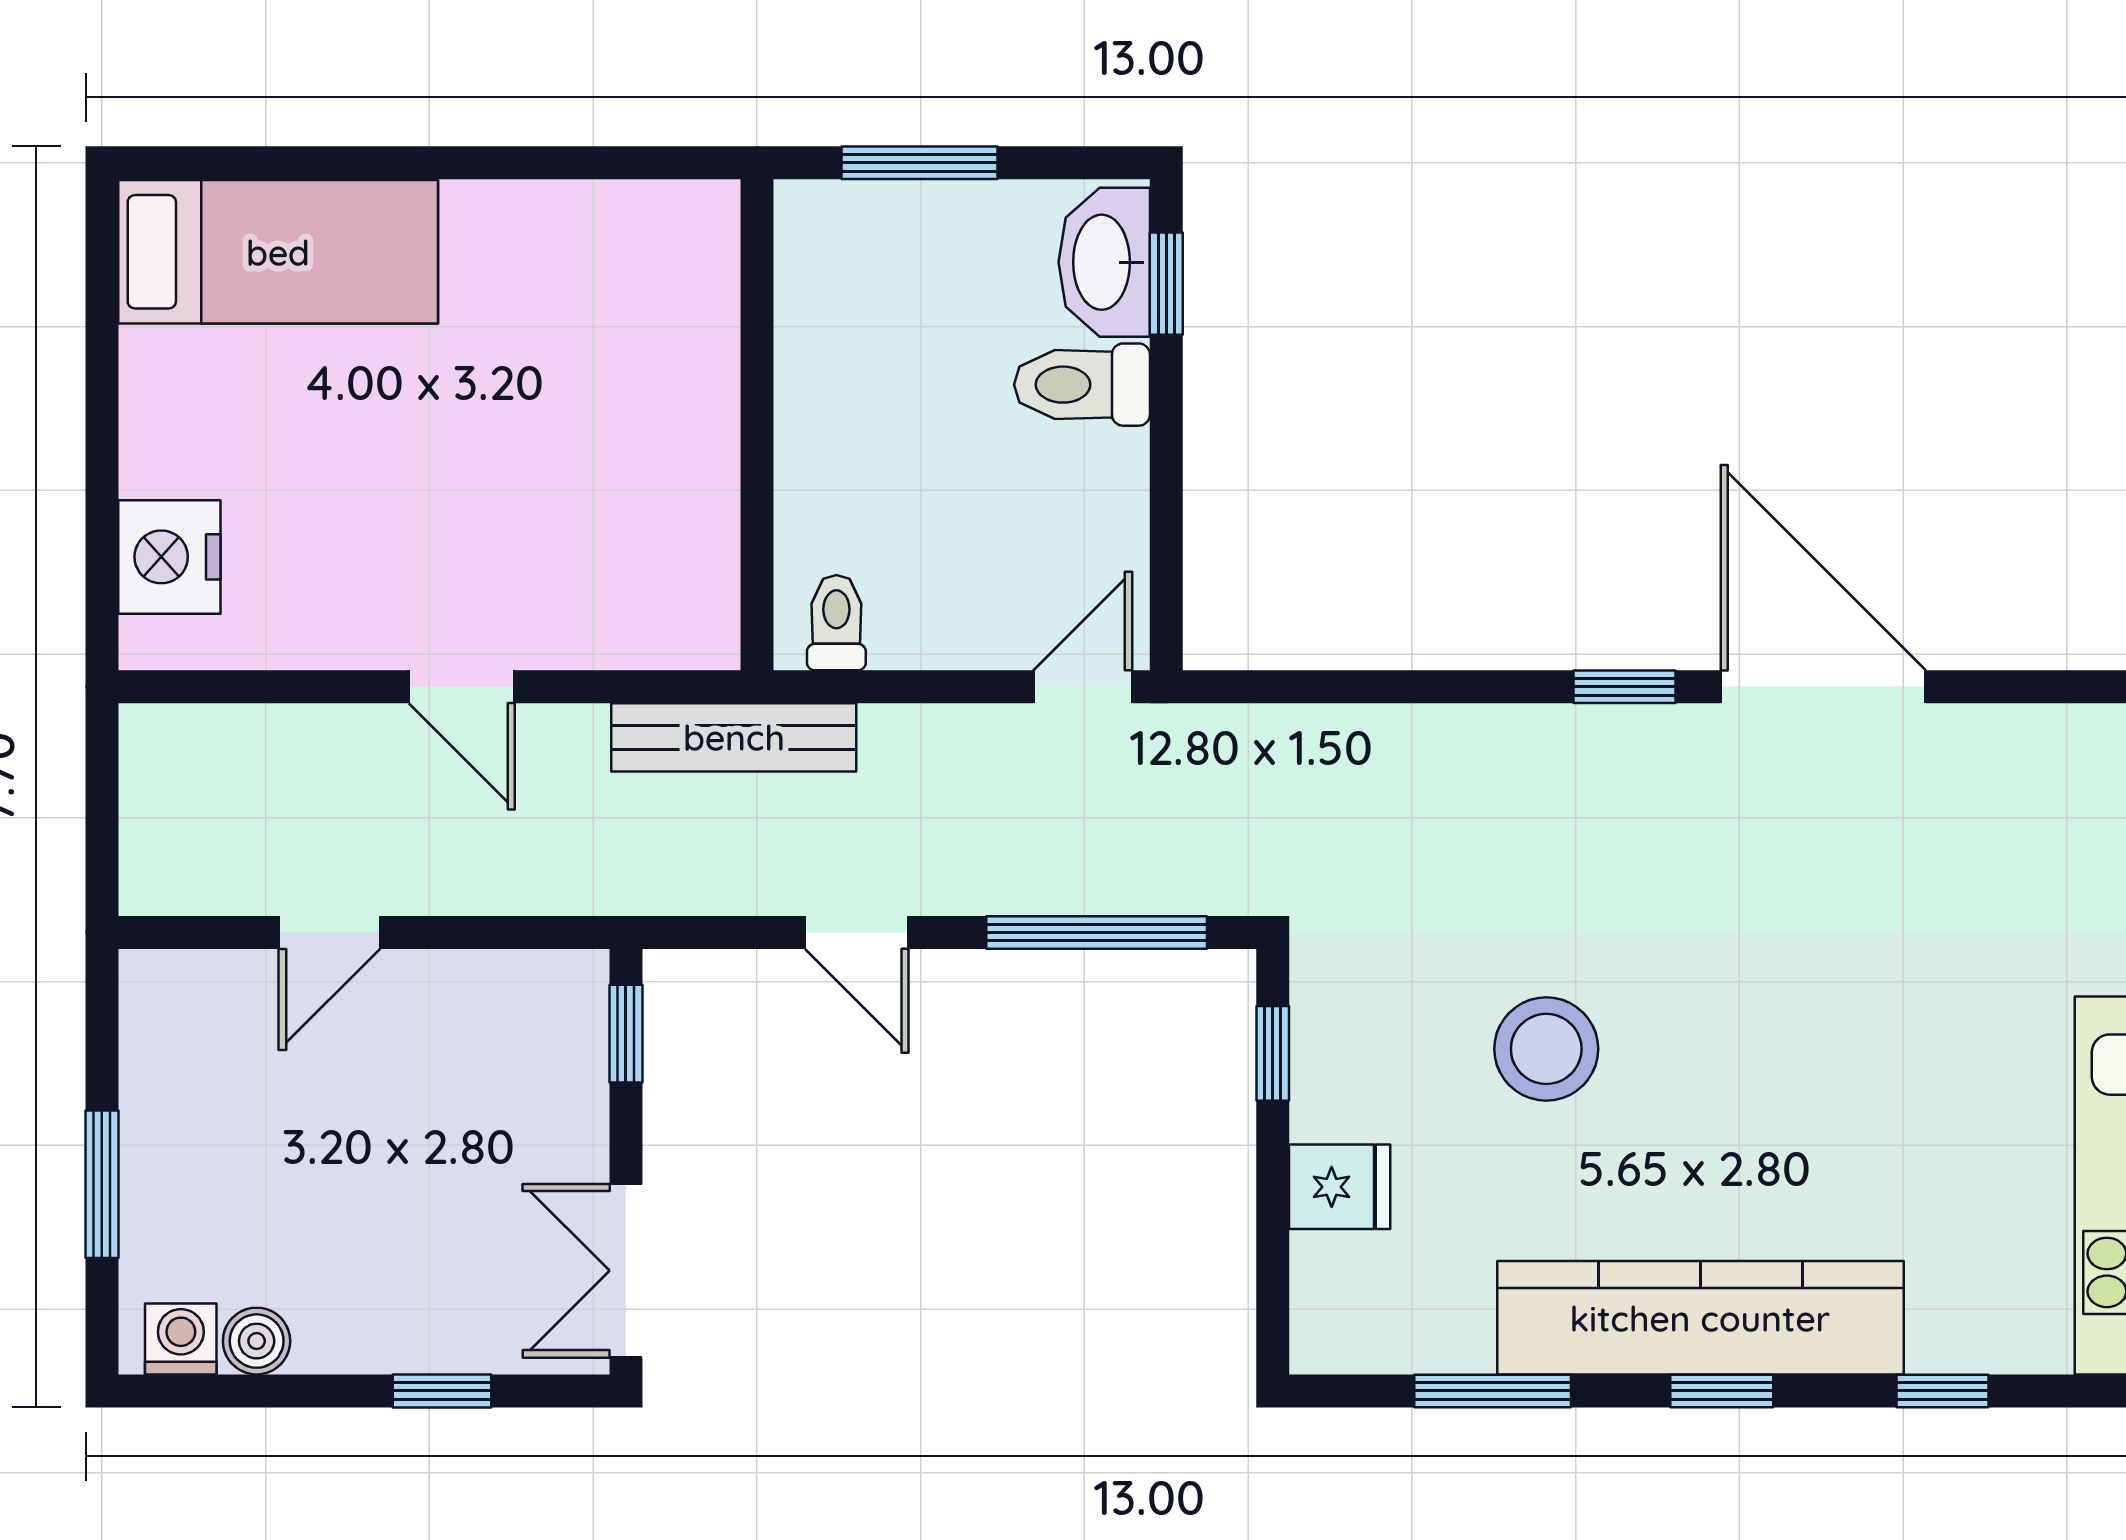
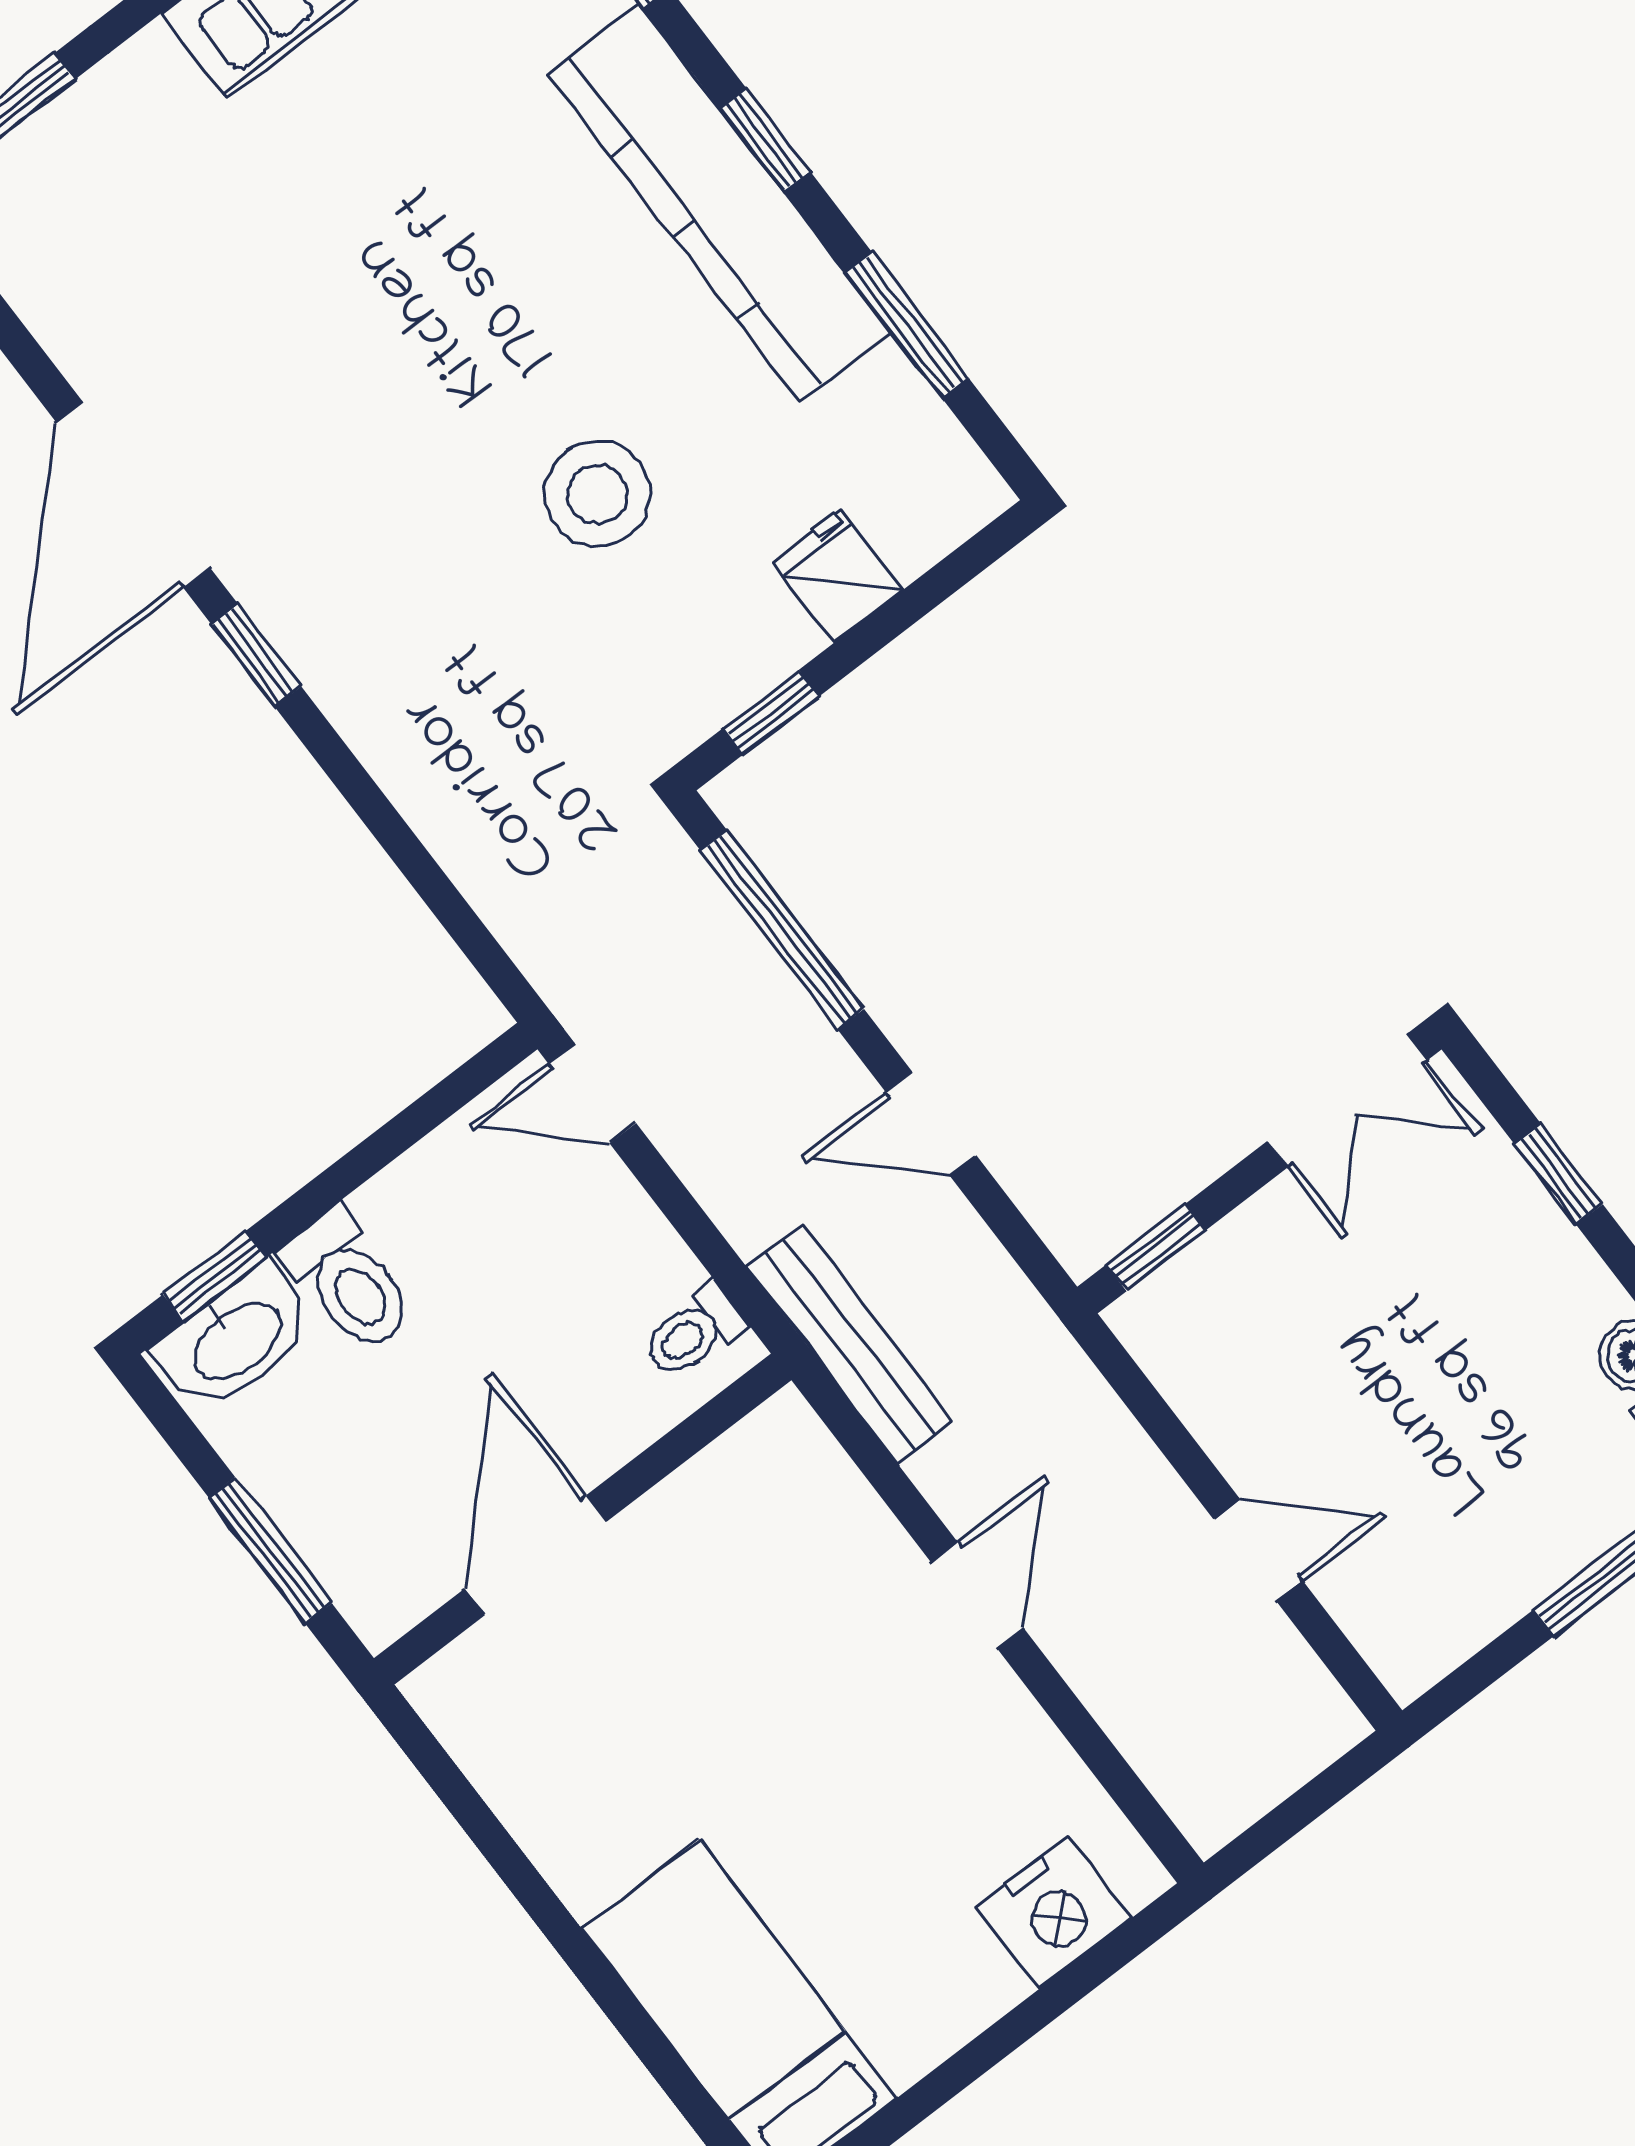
door: (757, 367) -> (536, 1555), added
door: (857, 932) -> (931, 1124), swing flipped

